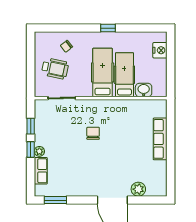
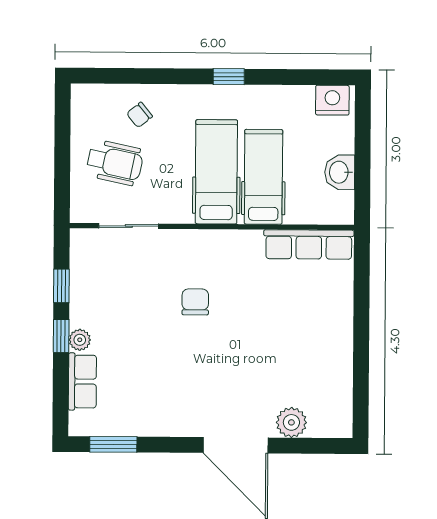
nightstand: (160, 50) -> (332, 100), moved, turned -90
washbasin: (144, 90) -> (340, 172), moved, turned -90
row of seats: (160, 139) -> (309, 244), moved, turned -90

